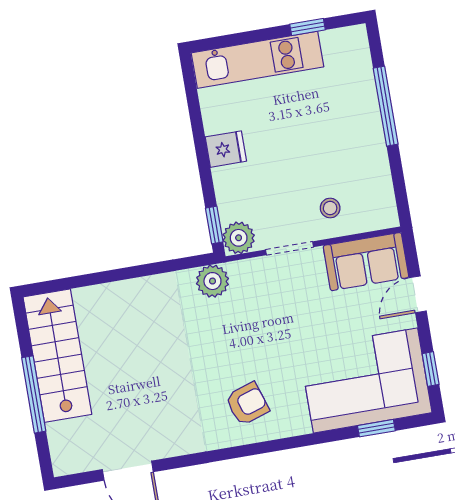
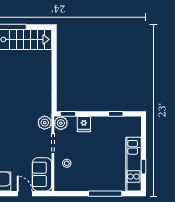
kitchen unit: (258, 60) -> (133, 164), moved
window: (195, 113) -> (116, 114), added
fridge: (226, 149) -> (84, 124), moved
plant: (212, 281) -> (45, 123), moved

